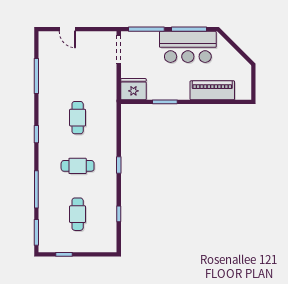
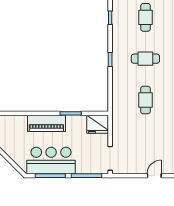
door: (67, 29) -> (154, 176), hinge flipped
piano: (212, 90) -> (46, 123), moved

